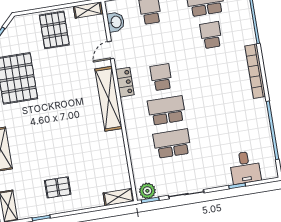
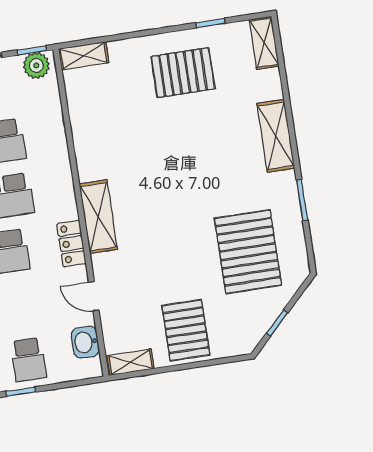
door: (111, 50) -> (94, 296), swing flipped
shelving: (109, 99) -> (98, 217), width x0.68
pallet: (58, 187) -> (183, 73), width x1.50, depth x1.42

